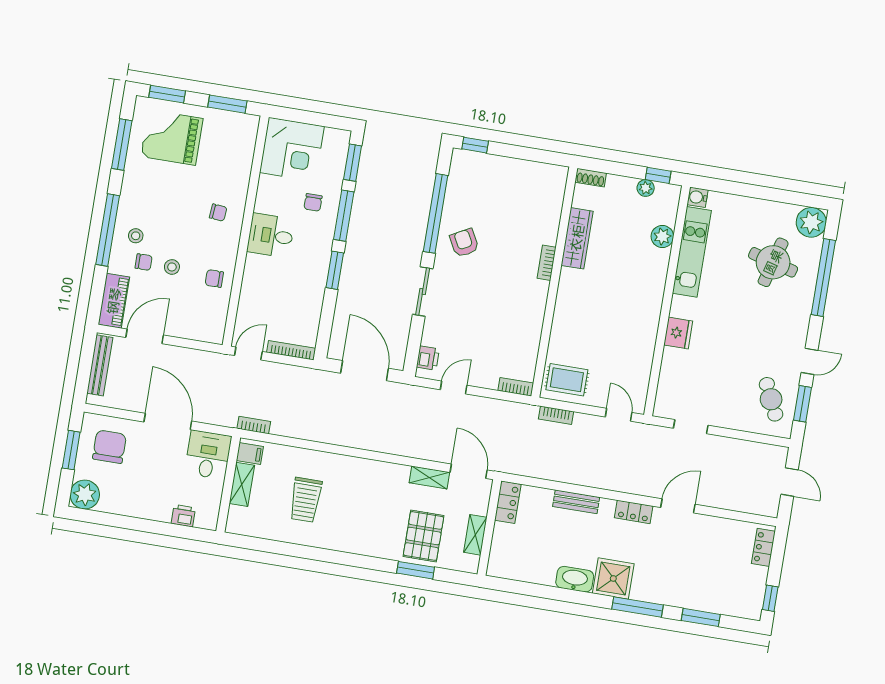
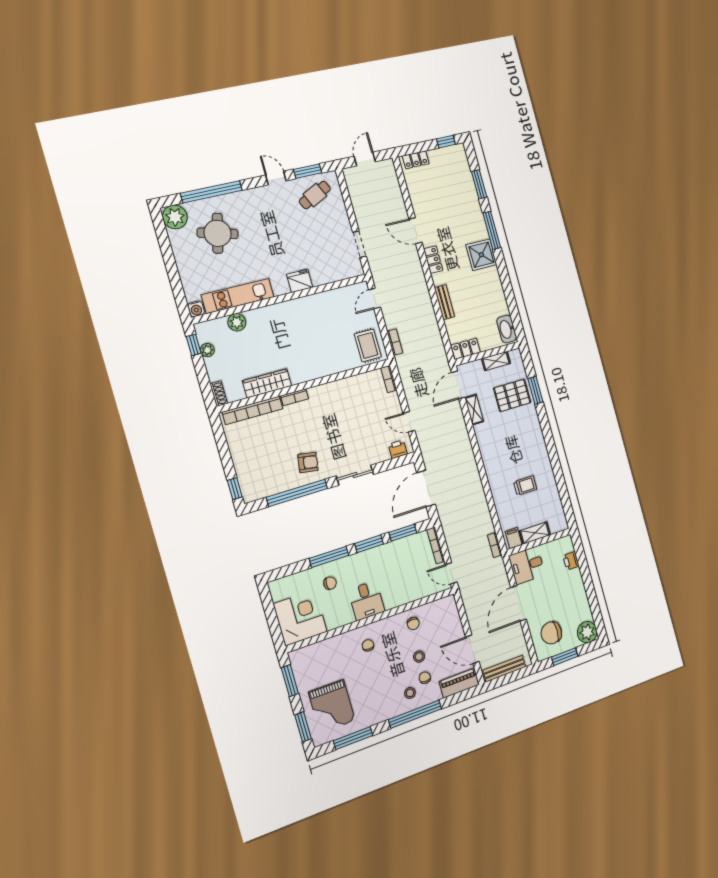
window: (353, 163) -> (403, 533), moved
bookcase: (554, 207) -> (253, 410), added
armchair: (464, 243) -> (308, 462), turned -143
trolley: (306, 500) -> (525, 486), width x0.73, depth x0.72
washbasin: (575, 579) -> (507, 329), moved

